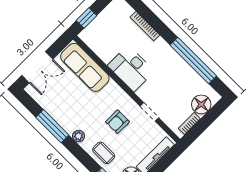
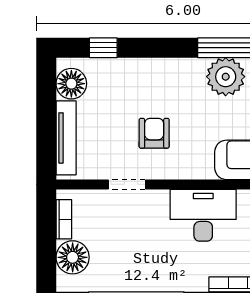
plant: (79, 136) -> (226, 77), moved, width x1.88, depth x1.88
coffee table: (104, 153) -> (133, 78), removed

